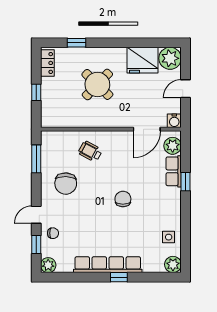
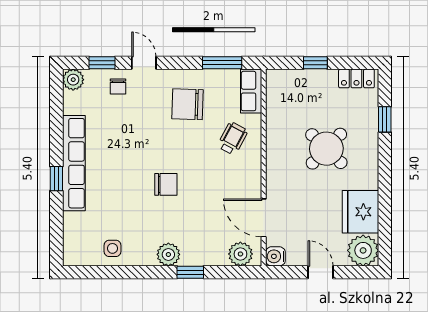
row of seats: (174, 171) -> (251, 91), moved, turned -90
plant: (173, 264) -> (168, 254), moved

